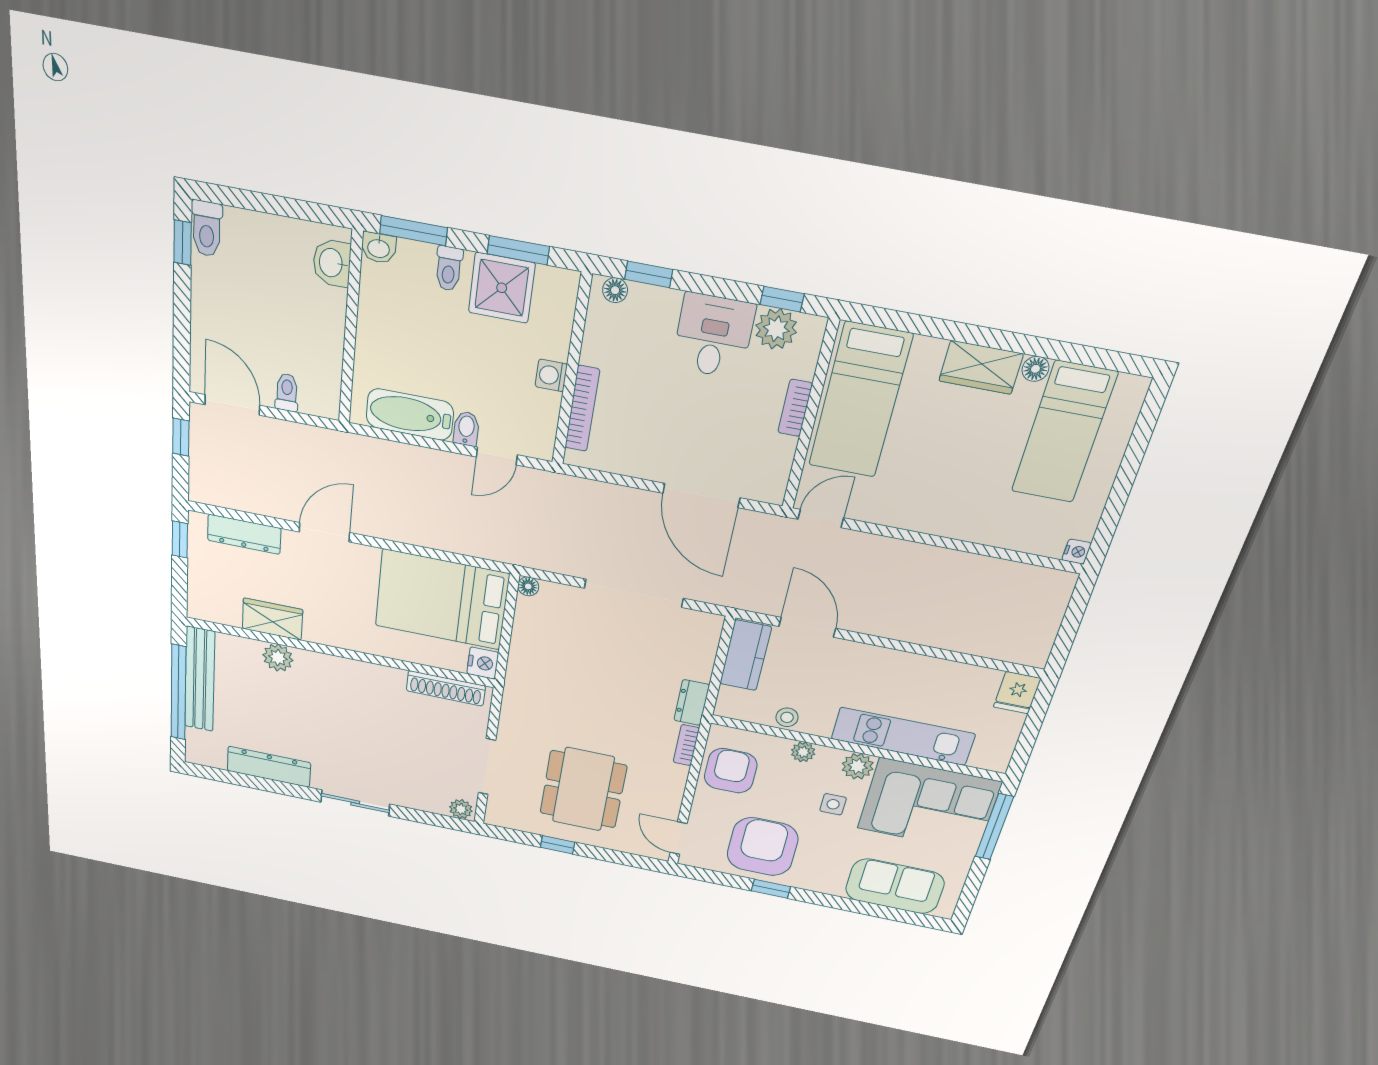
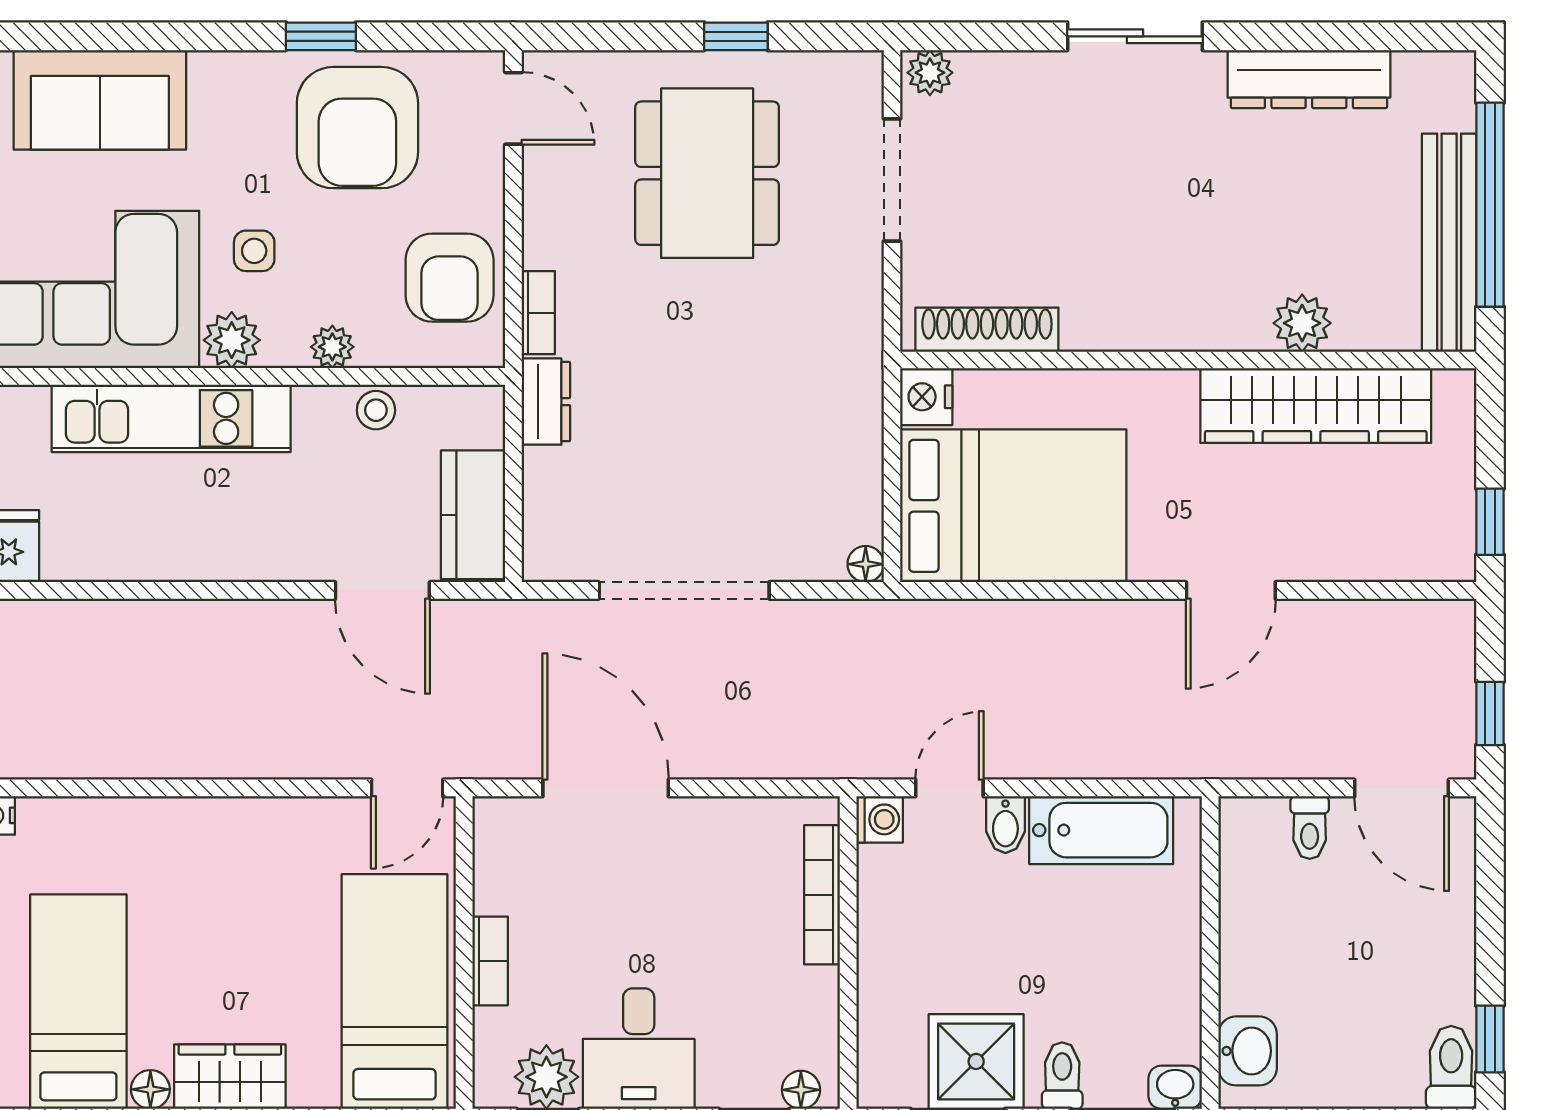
washing machine: (551, 375) -> (880, 819), moved
dresser: (244, 534) -> (1374, 557), removed
wardrobe: (272, 619) -> (1316, 406), width x2.10, depth x1.17

